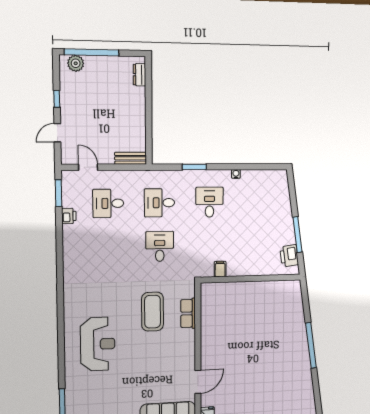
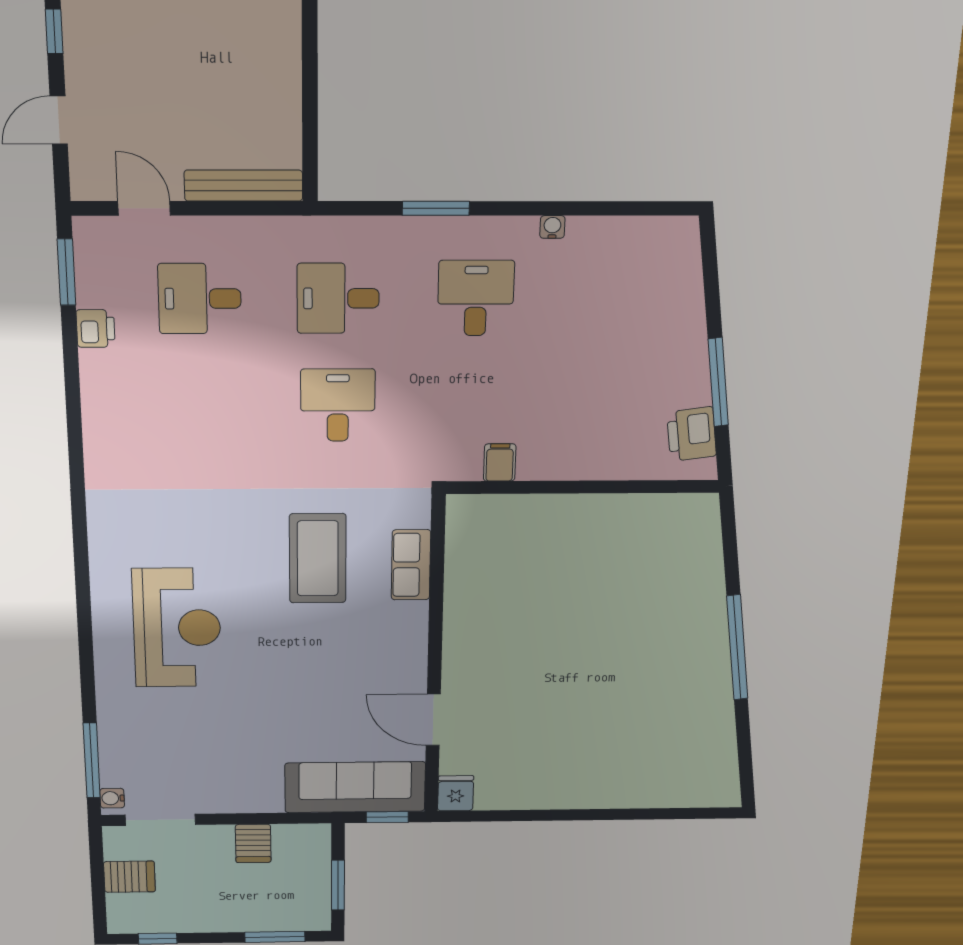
bench: (131, 158) -> (243, 186), width x1.36
door: (198, 382) -> (433, 720), swing flipped

